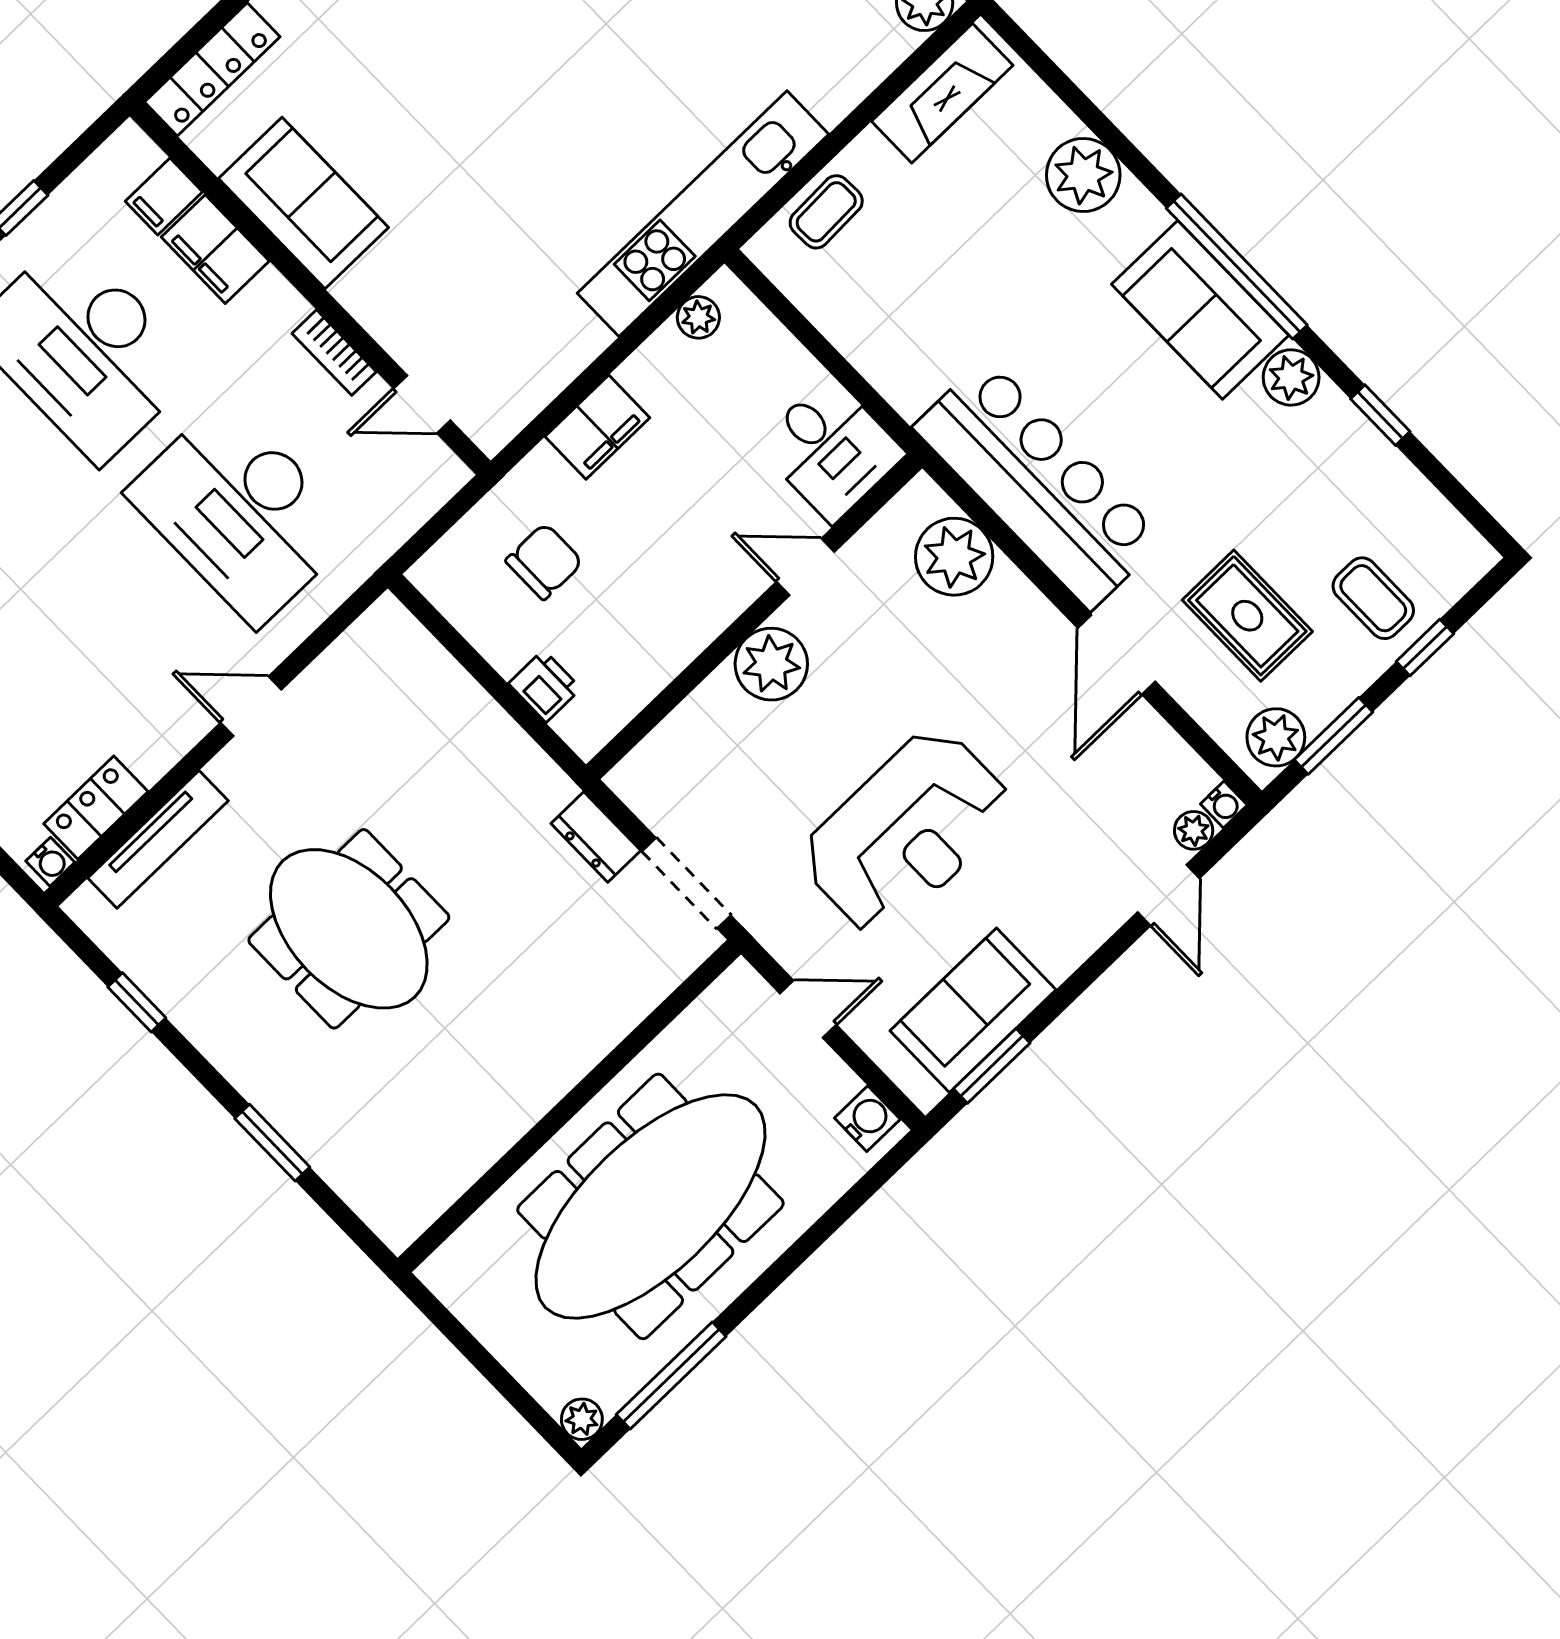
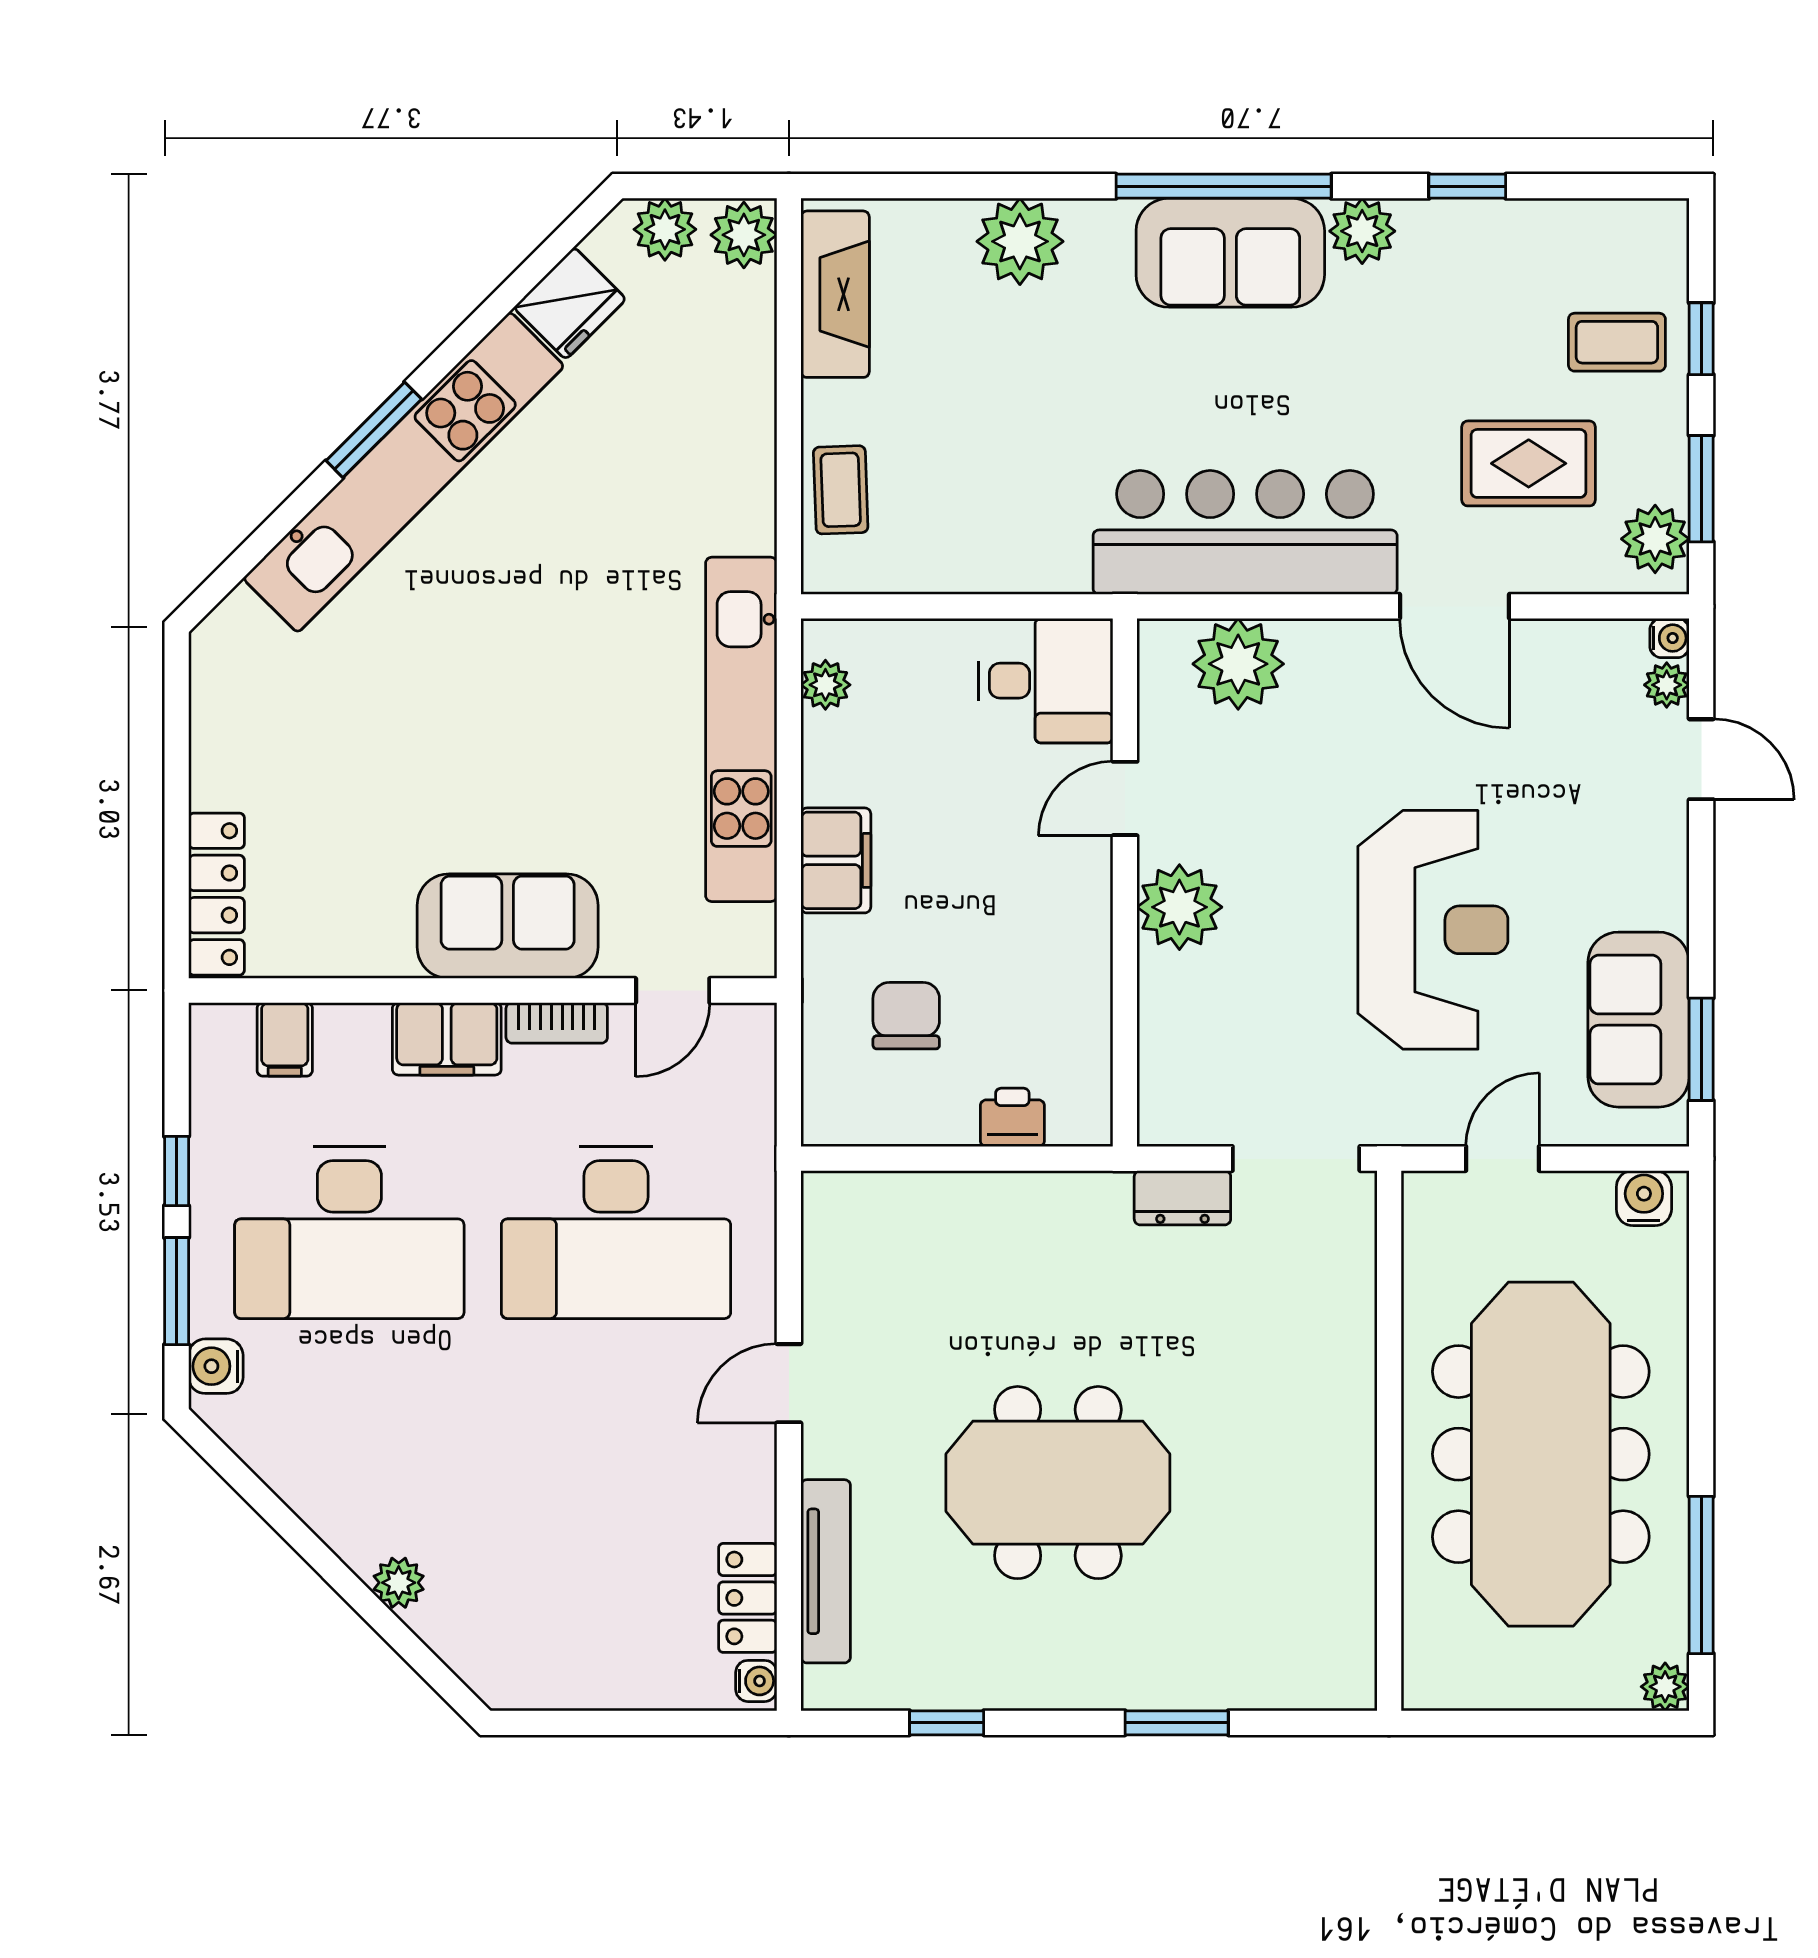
sofa: (303, 203) -> (508, 926), moved
kitchen unit: (703, 214) -> (741, 729), moved
filing cabinet: (215, 249) -> (447, 1039), moved

